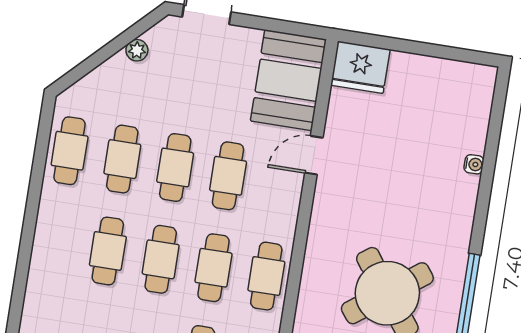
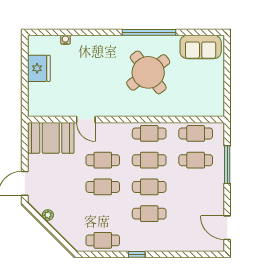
fridge: (360, 67) -> (39, 68), moved
cafe table: (122, 159) -> (103, 214), removed
water cooler: (474, 164) -> (65, 40), moved
window: (31, 214) -> (137, 254), added

